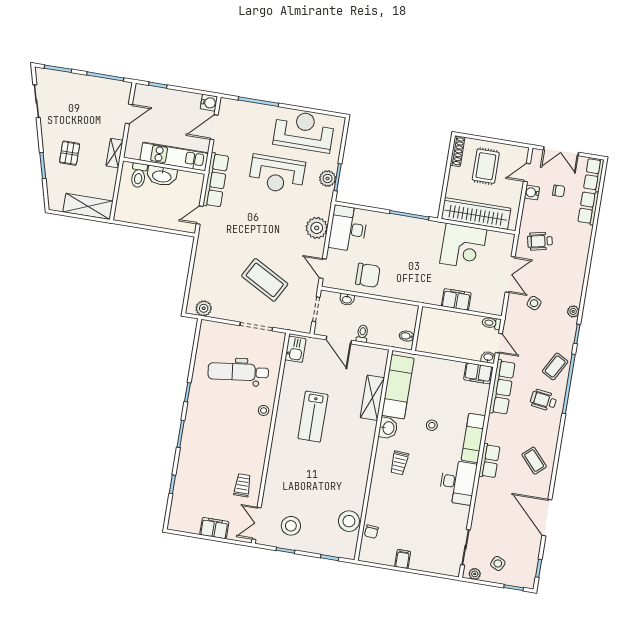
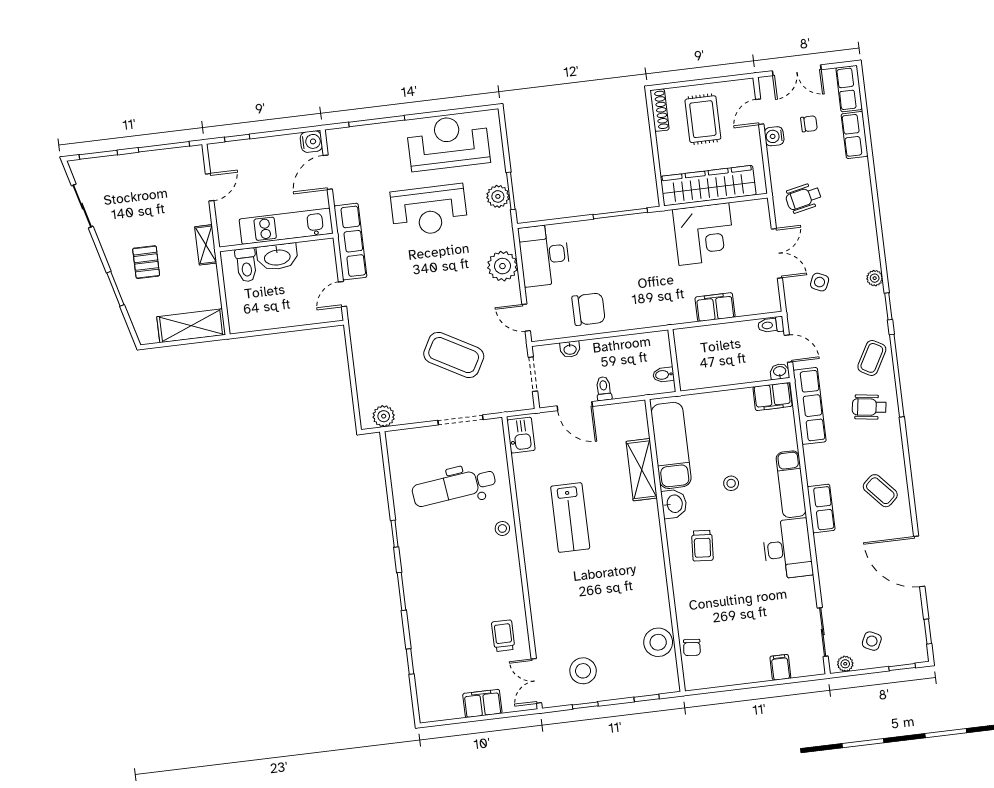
filing cabinet: (403, 559) -> (780, 667), moved

